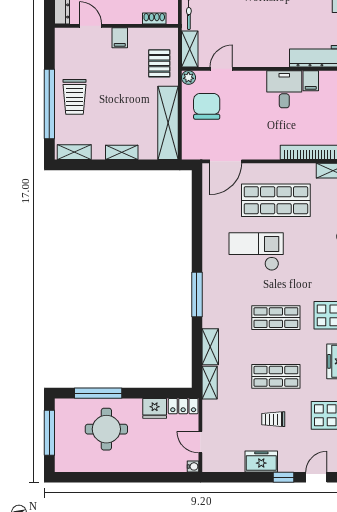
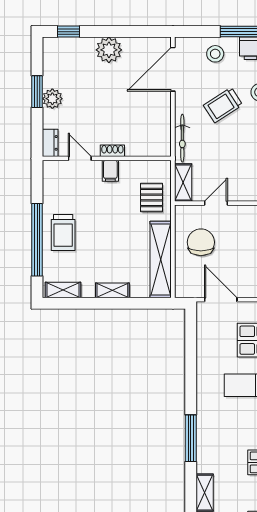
shoe rack: (154, 19) -> (112, 151), moved
plant: (188, 77) -> (182, 212), removed
door: (226, 161) -> (221, 300), swing flipped

